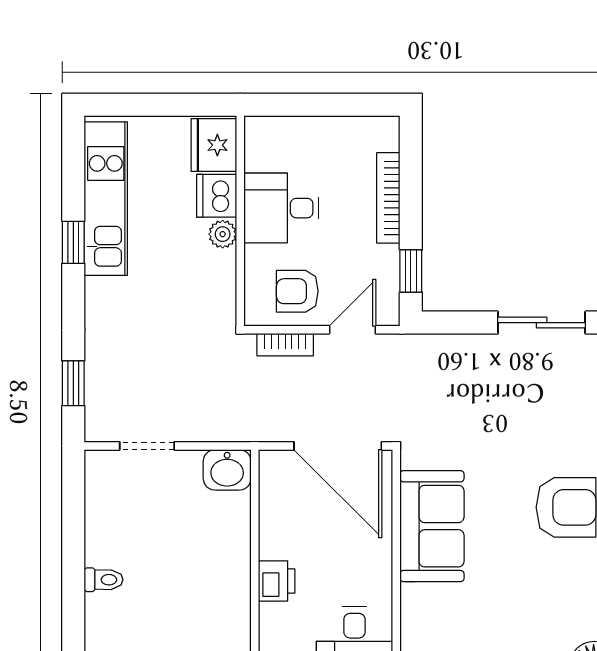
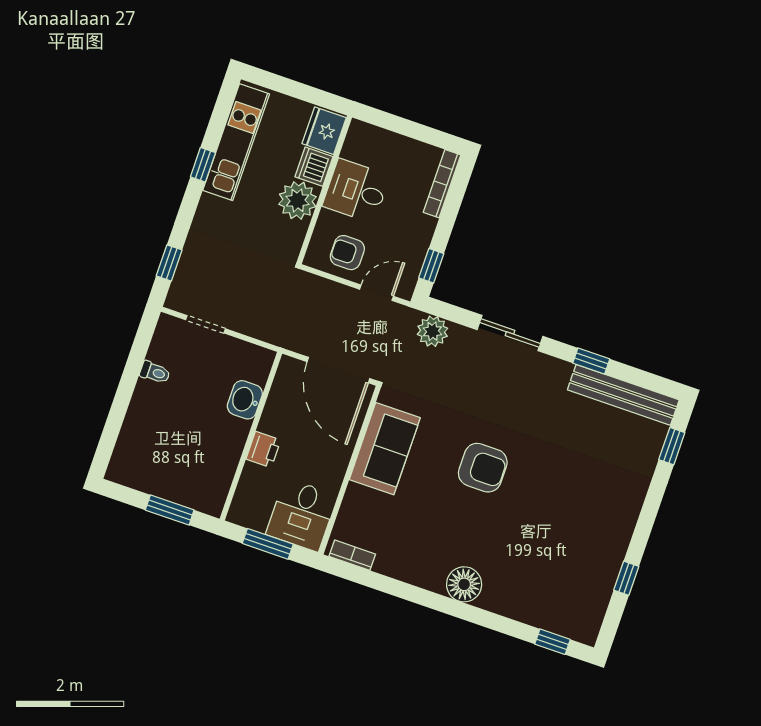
bookcase: (388, 198) -> (442, 184), moved
plant: (223, 234) -> (298, 200), width x1.88, depth x1.88
bookcase: (285, 345) -> (326, 287), removed
plant: (441, 355) -> (433, 331), added
washbasin: (227, 470) -> (245, 400), moved, turned 90
toilet: (103, 580) -> (155, 372), moved

